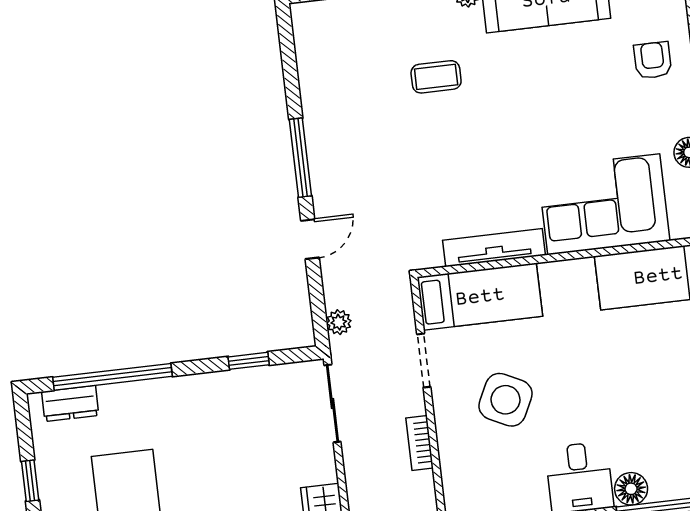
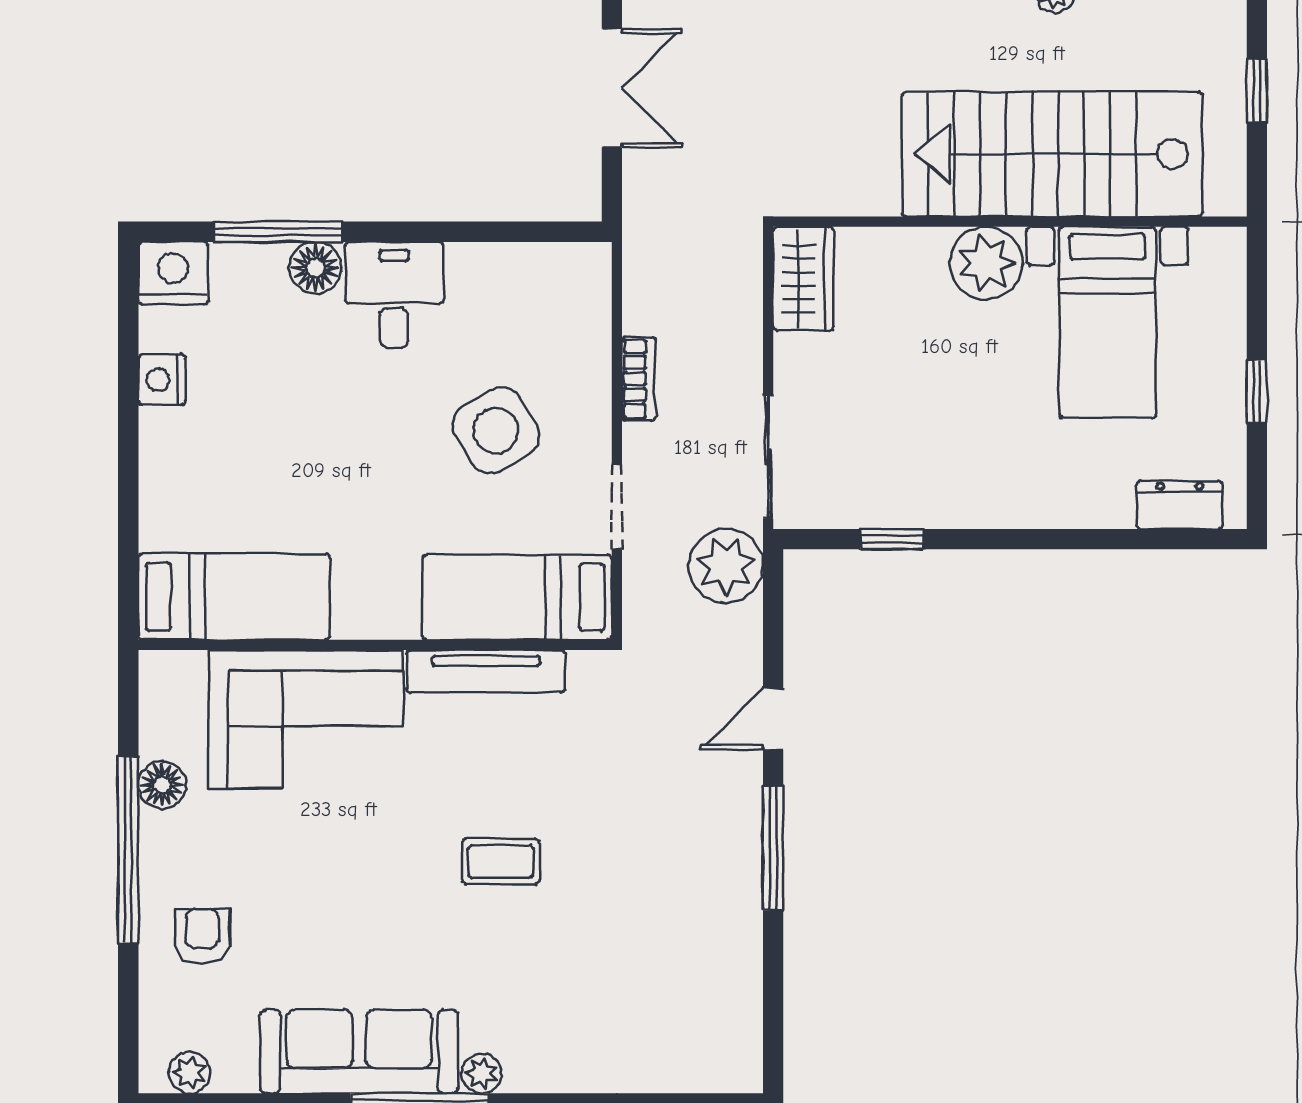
armchair: (653, 60) -> (202, 936), turned 180
coffee table: (436, 77) -> (501, 861), moved
plant: (339, 322) -> (726, 566), width x1.88, depth x1.88
window: (113, 377) -> (1108, 539), removed
side table: (506, 400) -> (496, 431), turned 34

